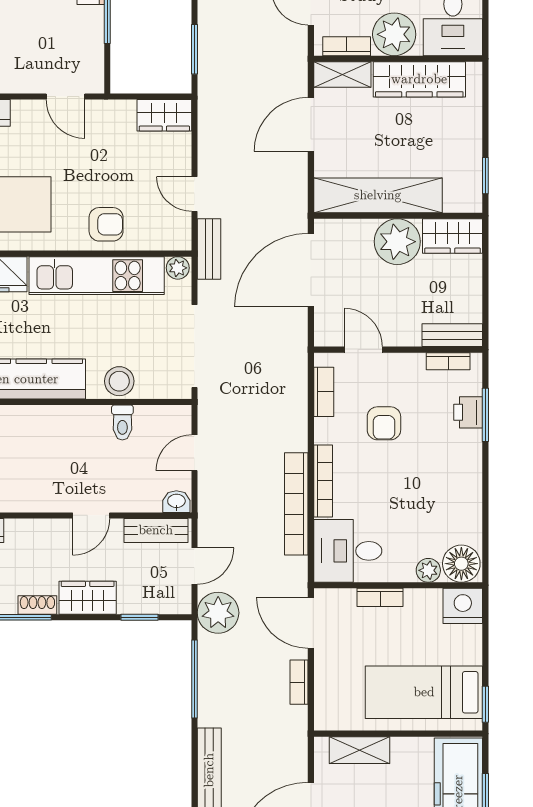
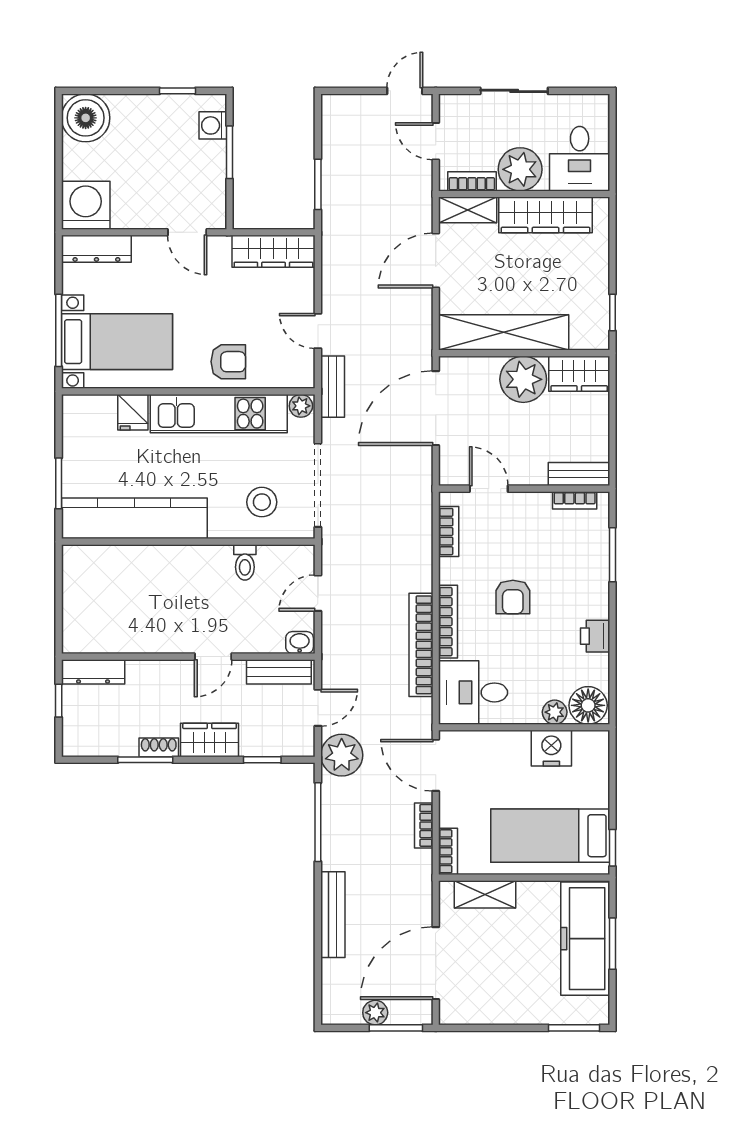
wardrobe: (164, 115) -> (273, 251), width x1.50
stool: (119, 381) -> (262, 502), moved
printer: (468, 412) -> (595, 636), moved
armchair: (384, 423) -> (513, 597), moved
bookcase: (380, 597) -> (448, 851), moved, turned -90
nightstand: (463, 606) -> (551, 748), moved

